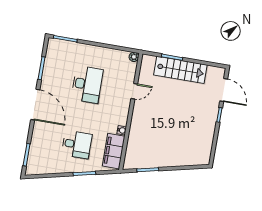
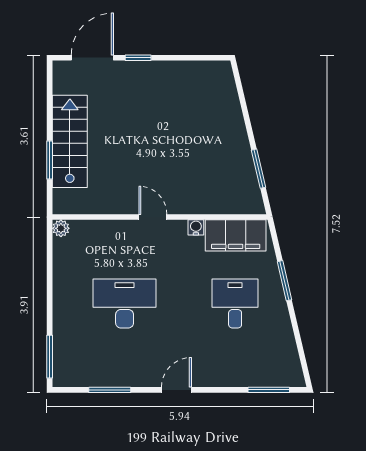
door: (134, 91) -> (153, 217), moved
door: (35, 105) -> (177, 390), width x0.53

